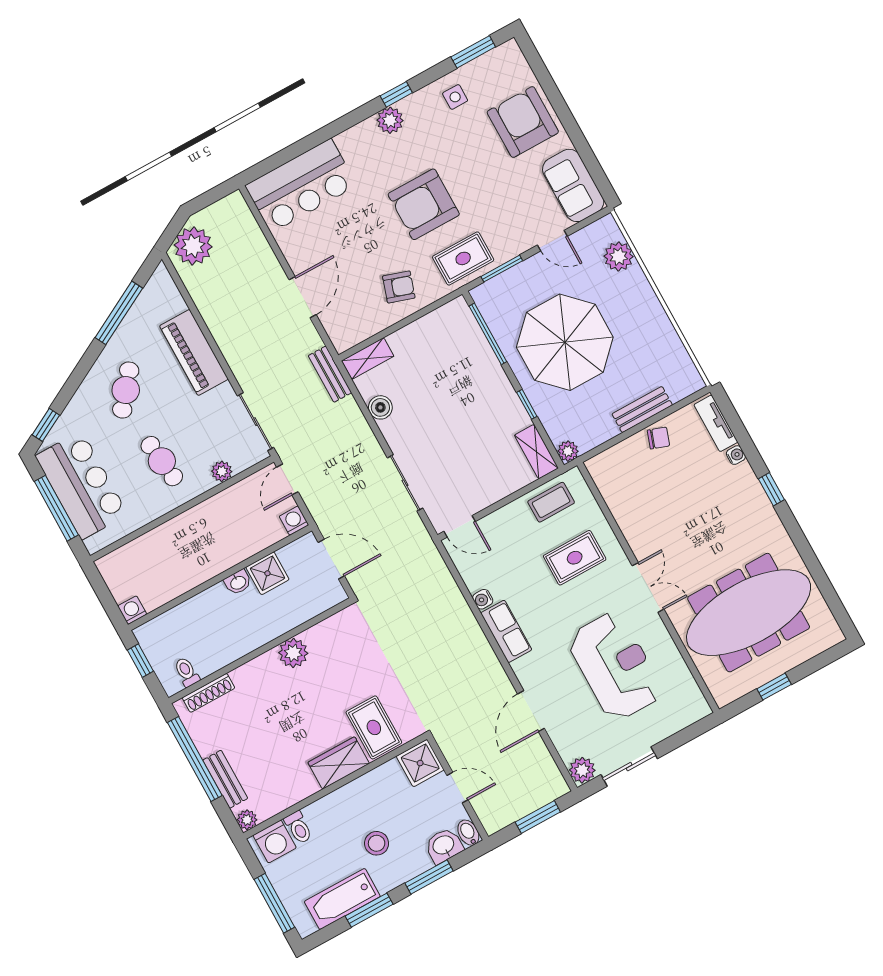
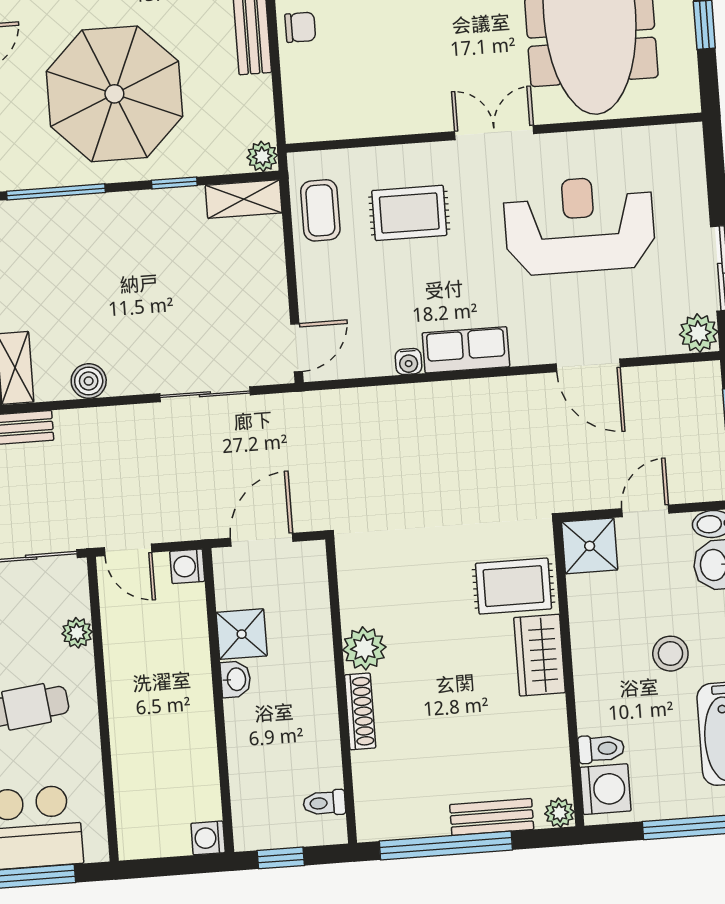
chair: (658, 438) -> (300, 27), turned 71
rug: (575, 558) -> (409, 213), turned 90
shoe rack: (209, 693) -> (360, 711), moved

